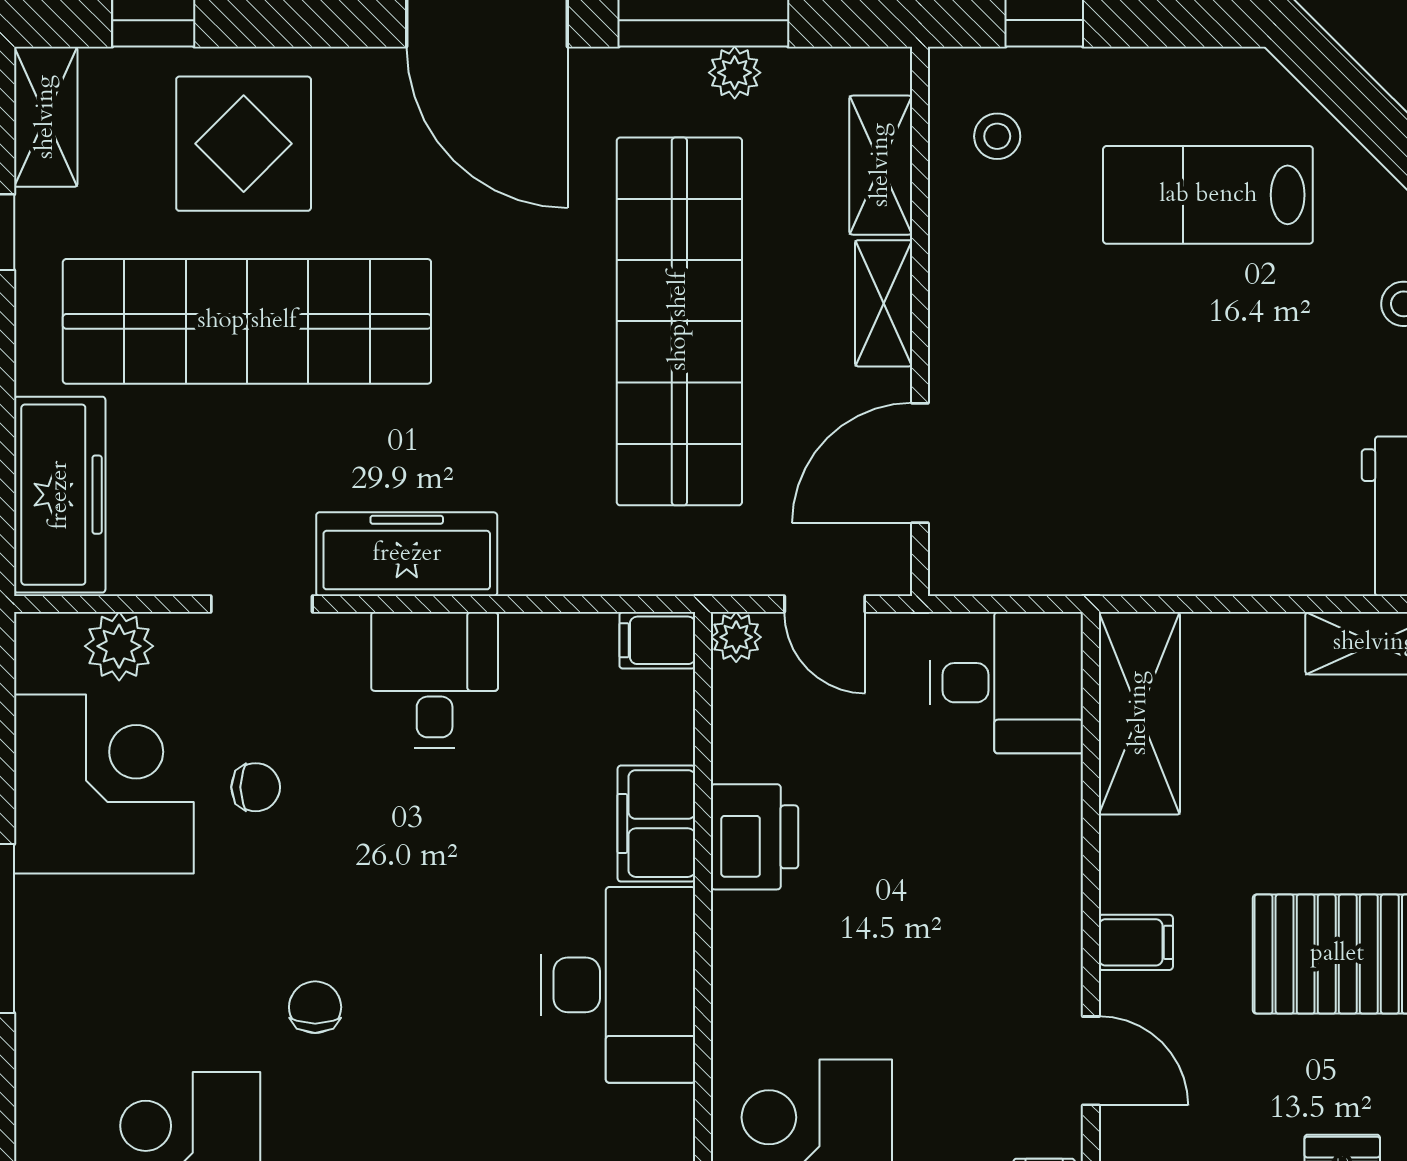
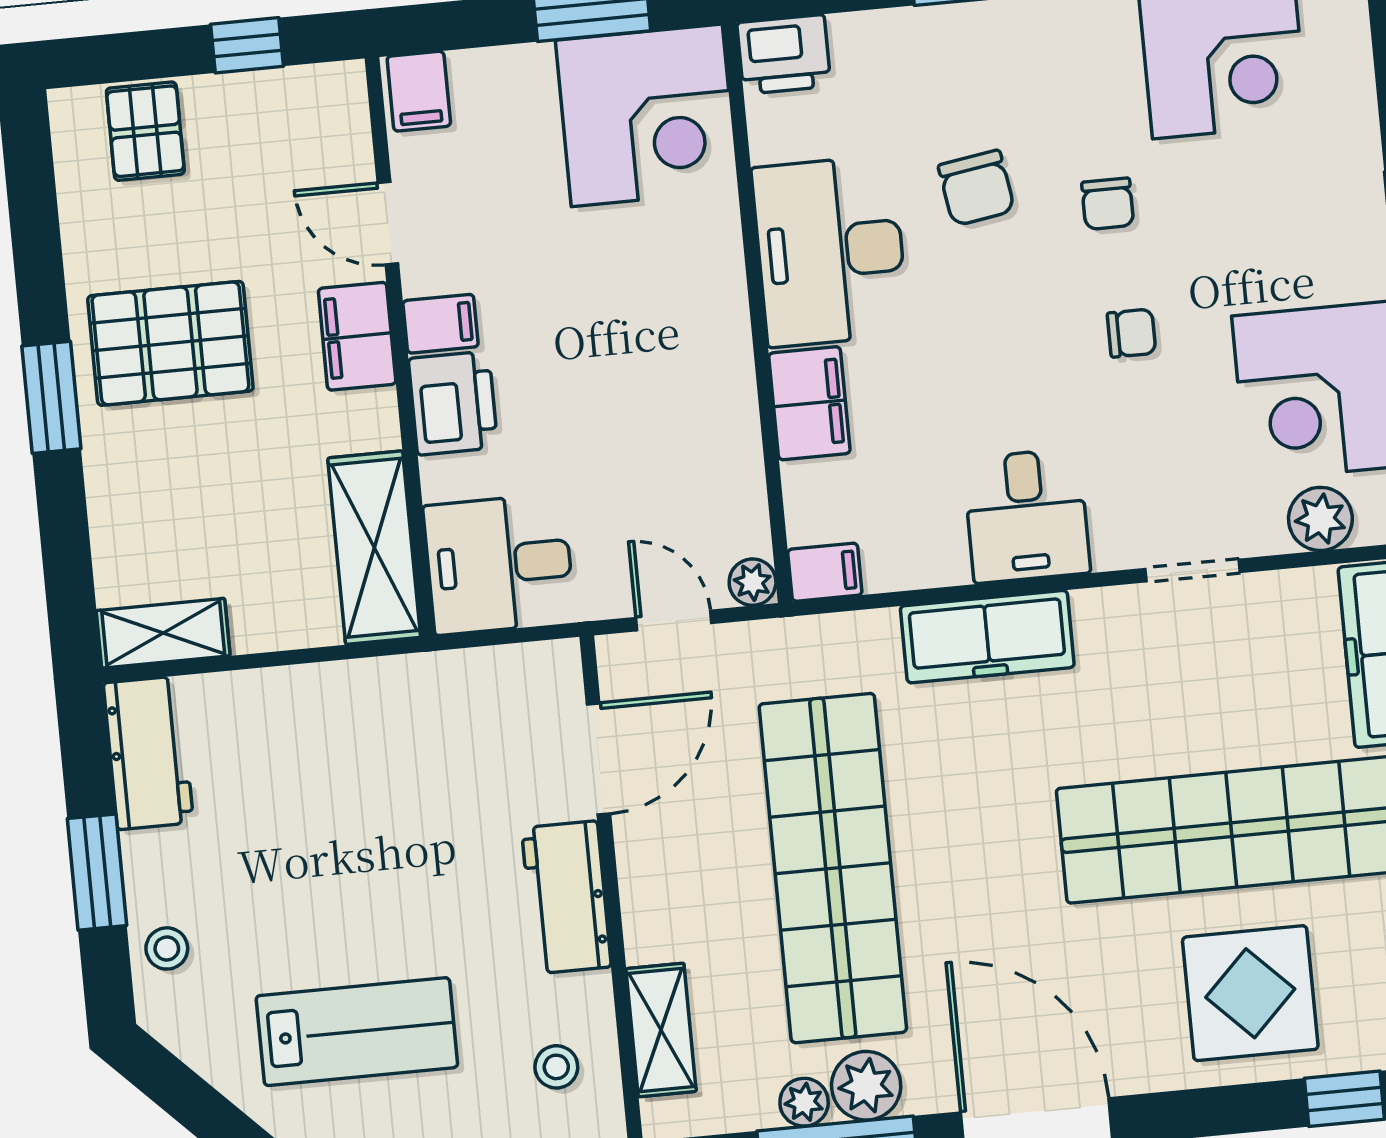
plant: (666, 84) -> (866, 1086), added
shelving: (884, 303) -> (646, 903), removed
workbench: (969, 318) -> (566, 897), added
freezer: (407, 554) -> (987, 637), moved
chair: (256, 787) -> (1132, 333), moved, turned 180
printer: (755, 837) -> (453, 403), moved, turned 180
filing cabinet: (1136, 942) -> (357, 336), width x2.00
filing cabinet: (1045, 947) -> (441, 324), added
chair: (455, 1038) -> (976, 188), added

